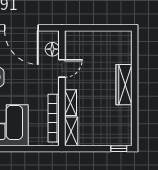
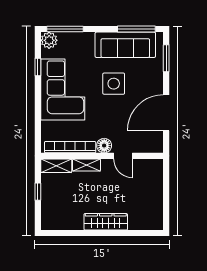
floor lamp: (52, 49) -> (104, 146), moved
window: (119, 149) -> (38, 192), moved

